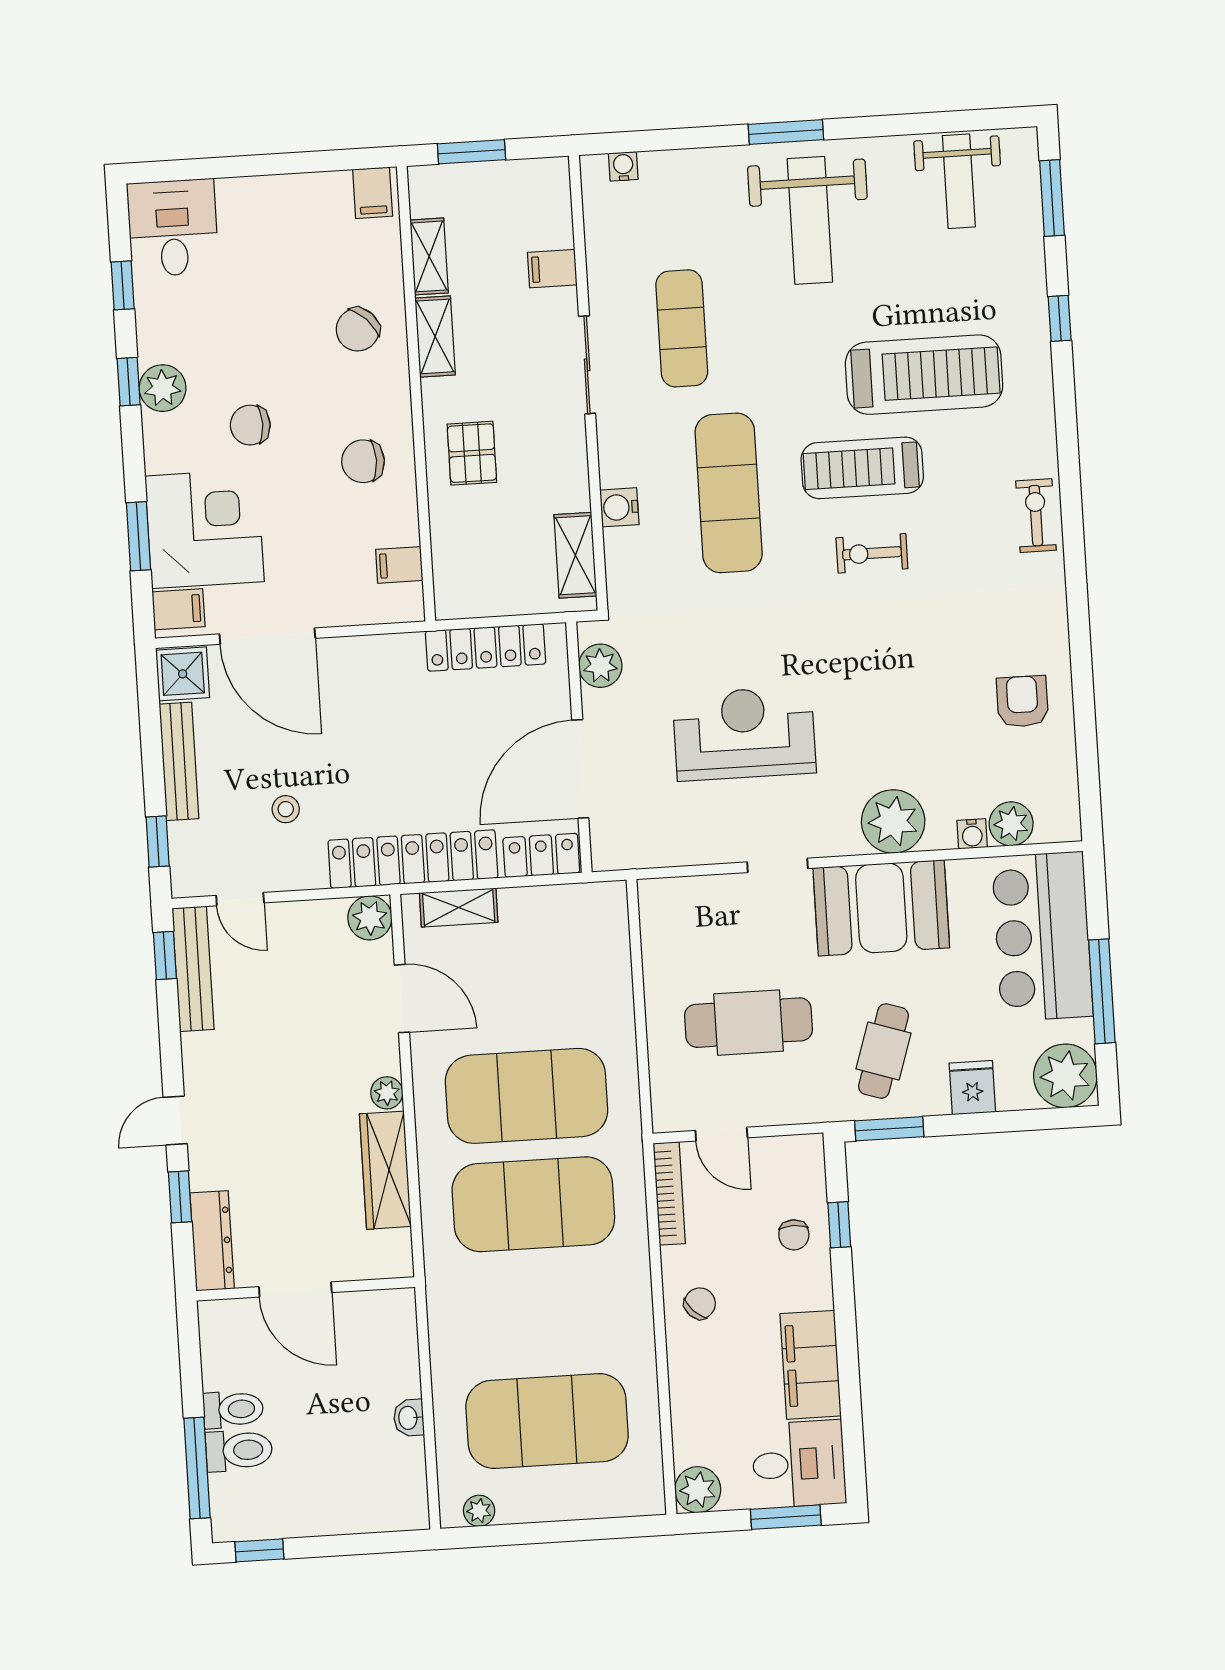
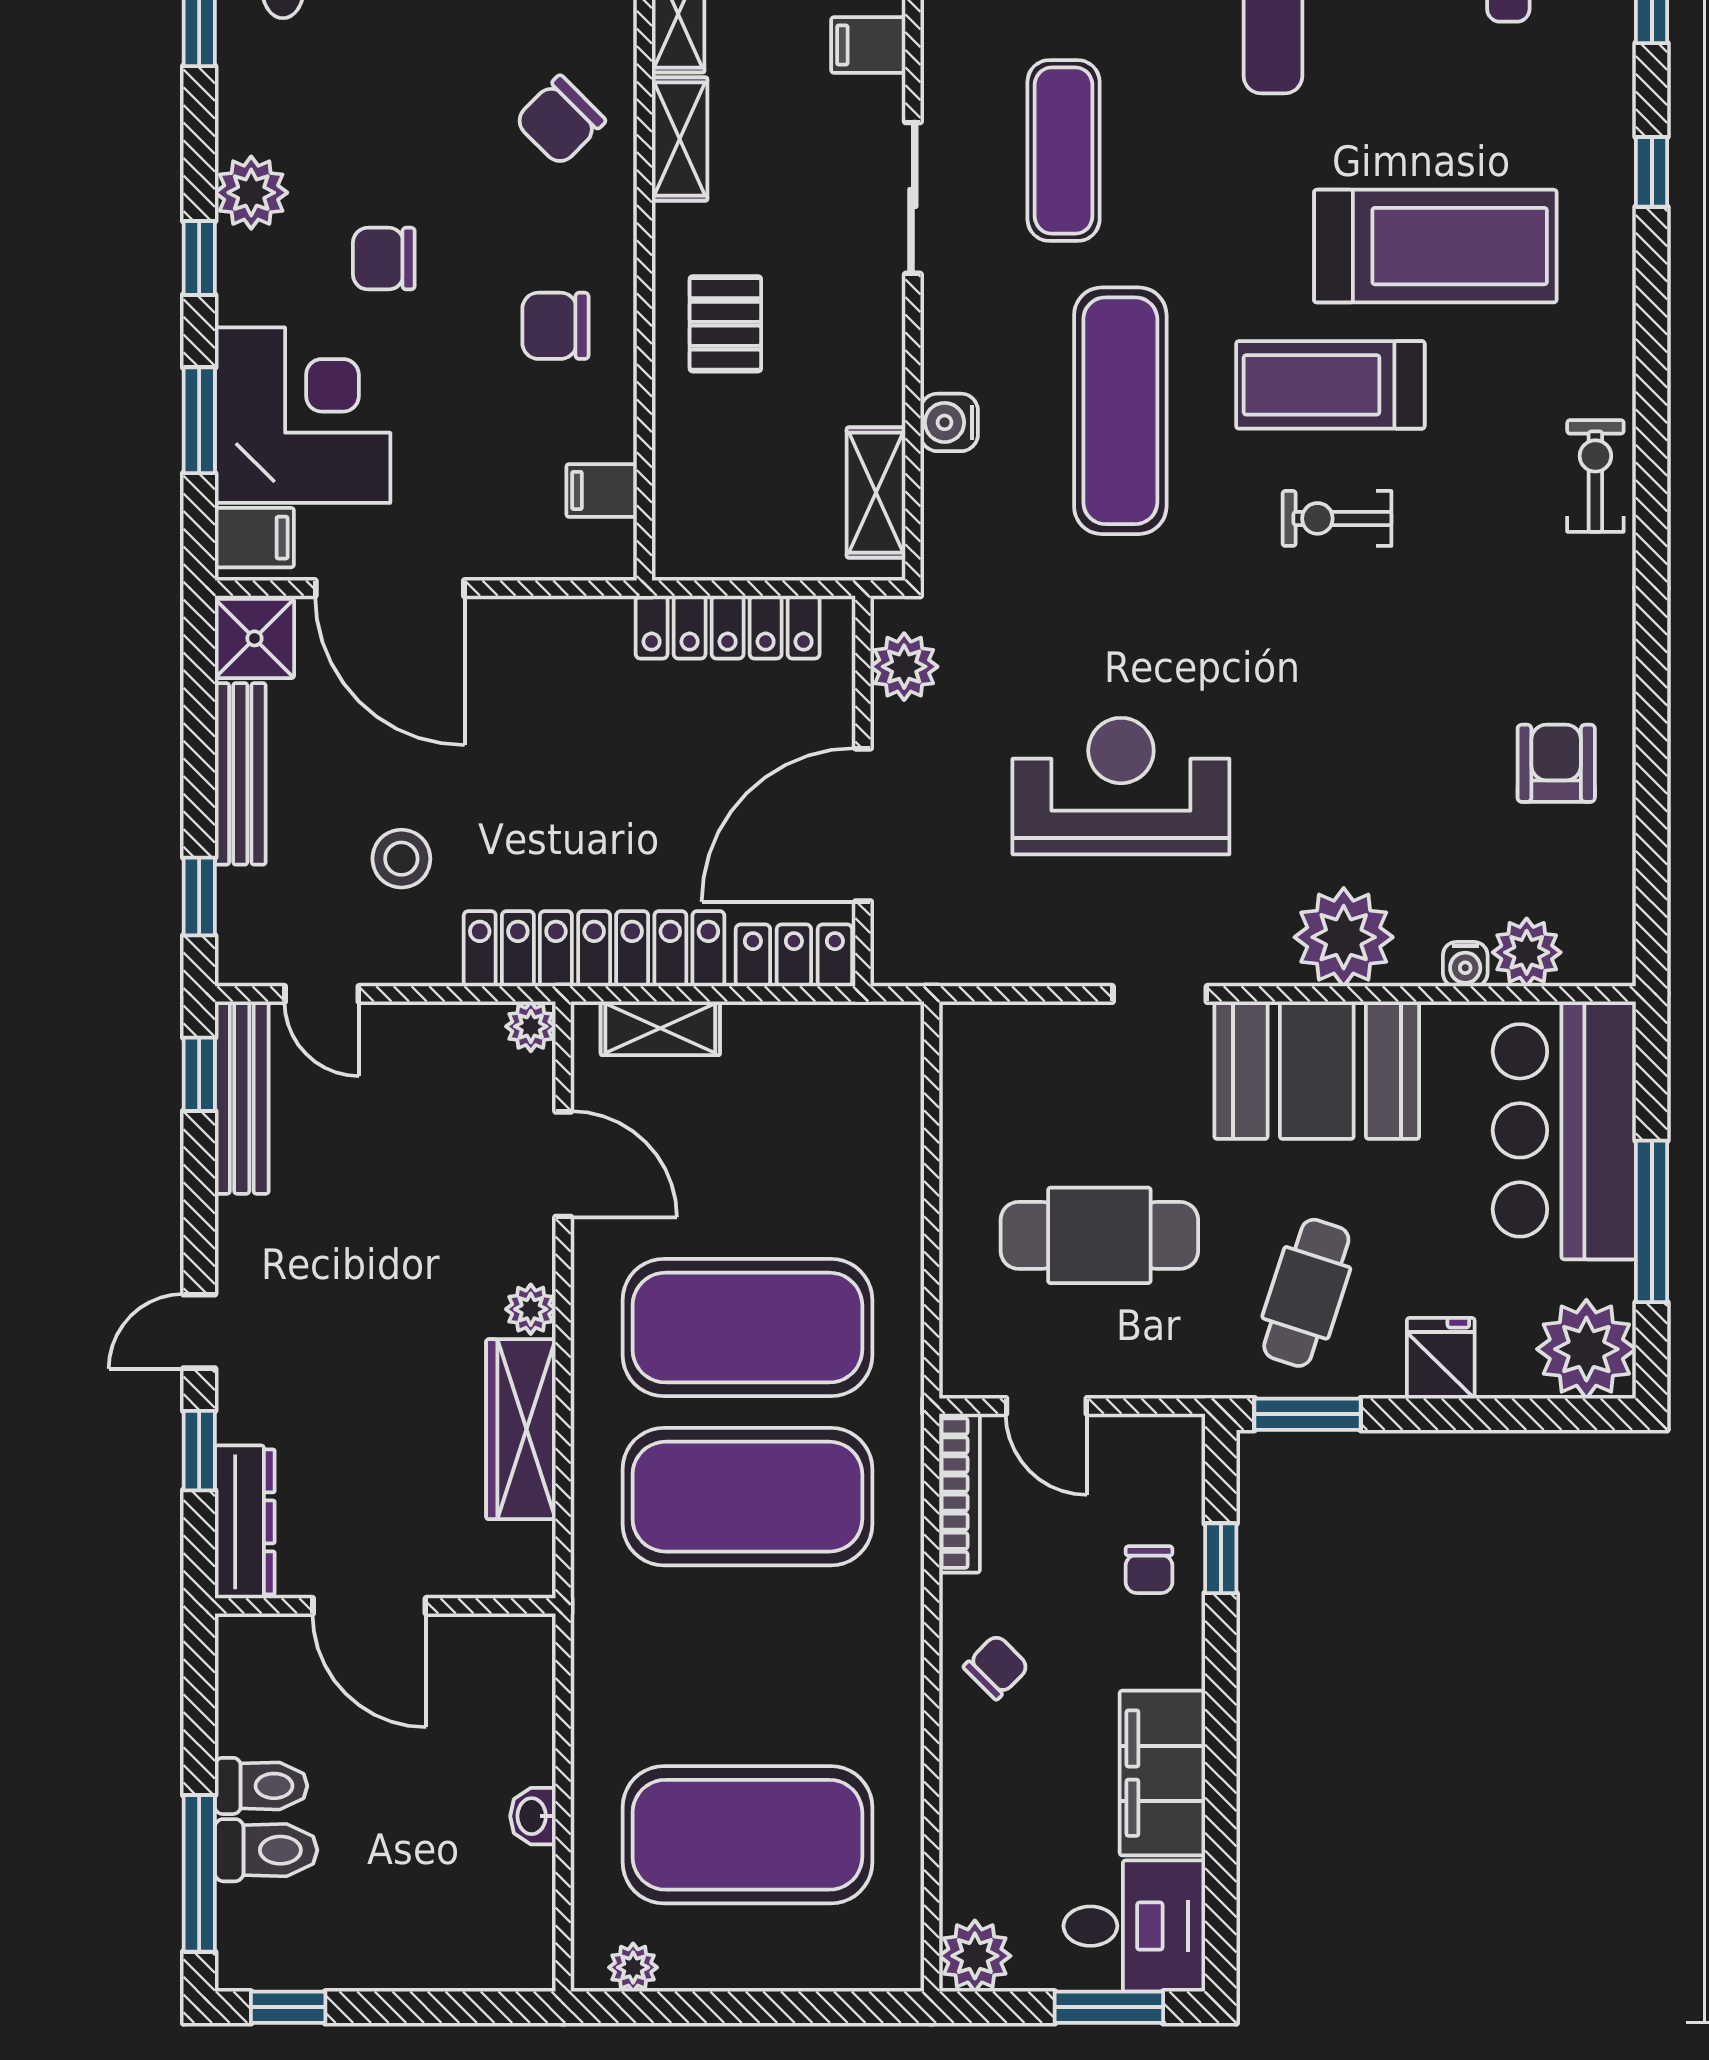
window: (129, 382) -> (199, 258), moved
stool: (286, 809) -> (401, 859), width x1.37, depth x1.37
plant: (370, 918) -> (531, 1026), width x0.73, depth x0.73

